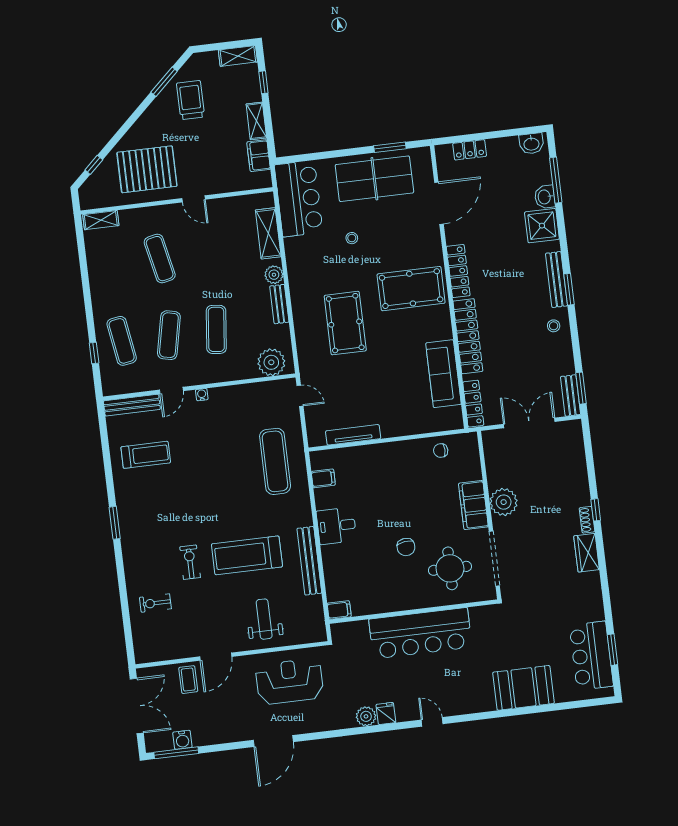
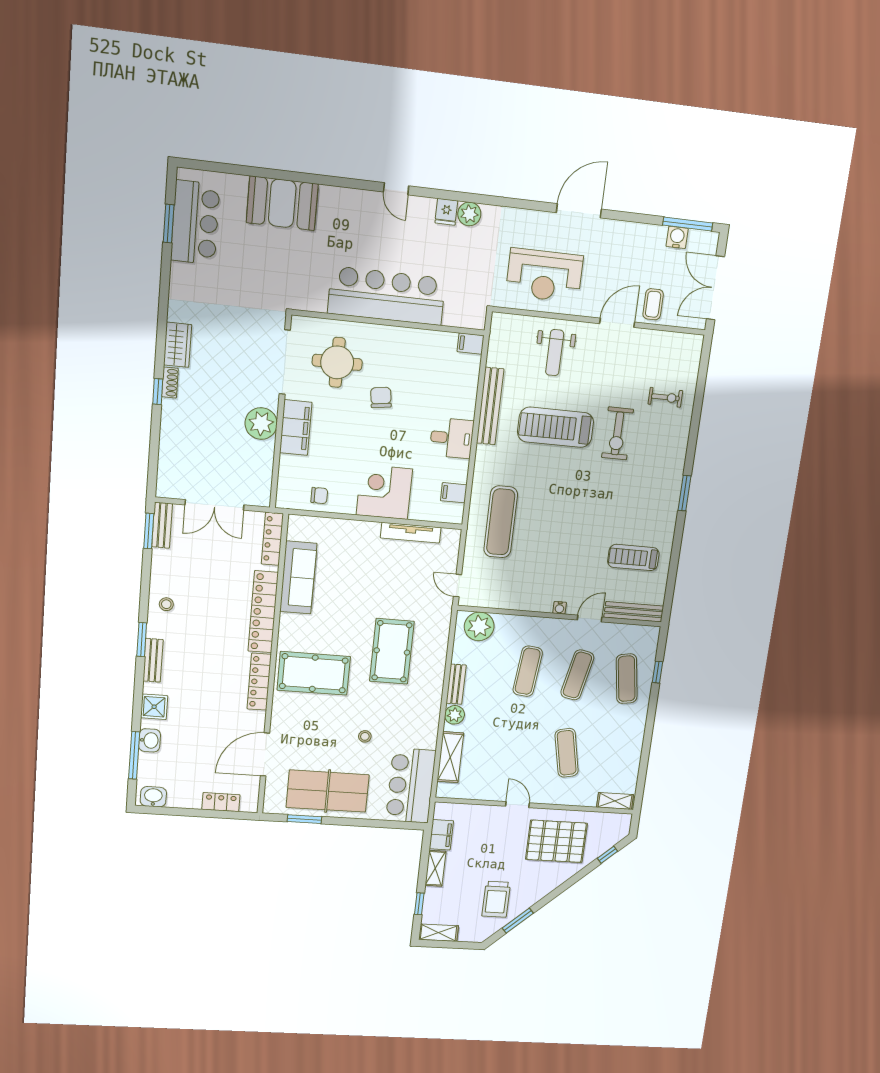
shower: (542, 226) -> (154, 707), width x0.73, depth x0.73
bench: (556, 280) -> (153, 660), width x0.73
corner desk: (385, 466) -> (384, 492), added
treadmill: (247, 555) -> (556, 427), turned 180
exercise bike: (190, 562) -> (617, 433), width x1.38, depth x1.39

